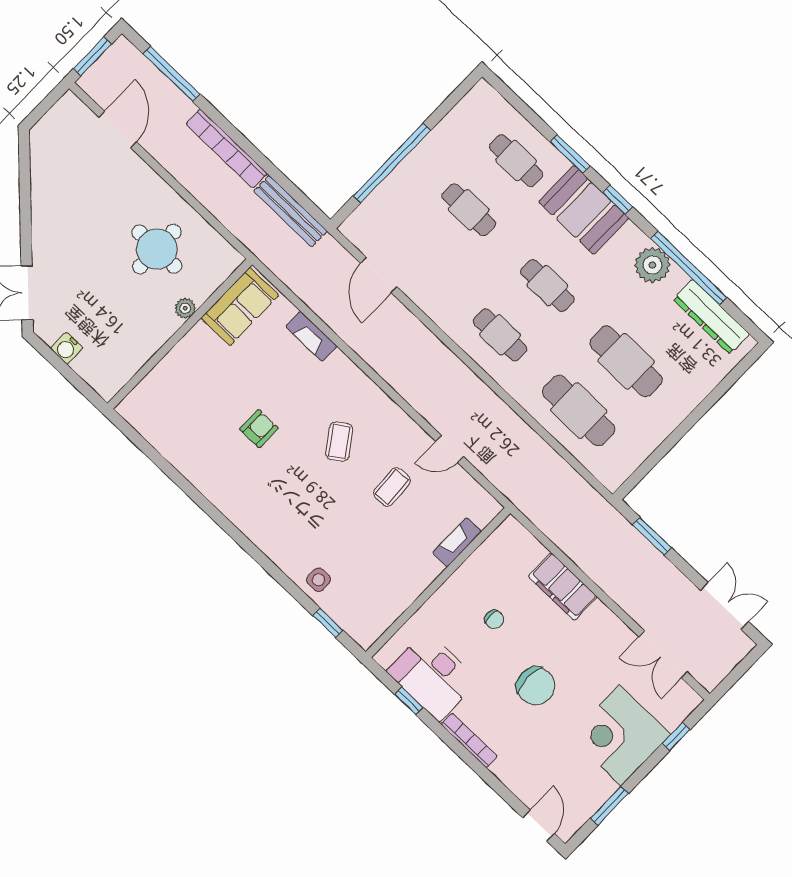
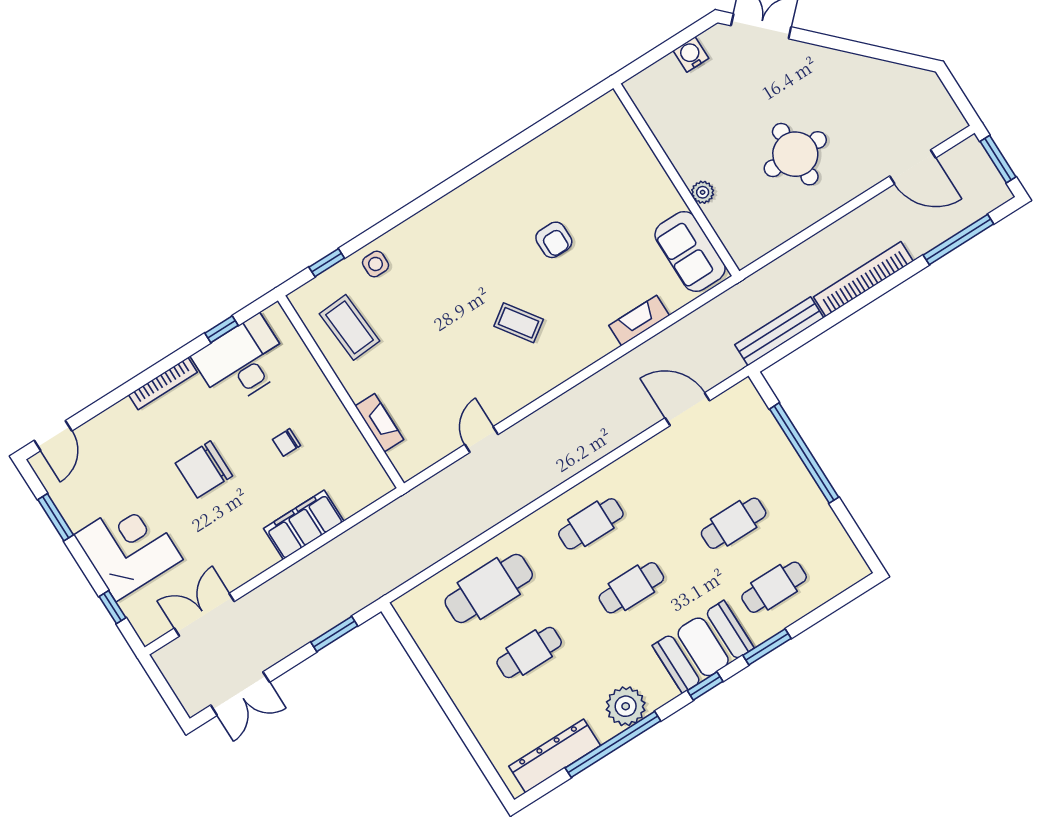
round table: (157, 249) -> (795, 154), moved
cafe table: (626, 361) -> (529, 652), width x0.73, depth x0.74
coffee table: (392, 487) -> (350, 327), moved, width x1.36, depth x1.30
door: (539, 826) -> (53, 436), hinge flipped

